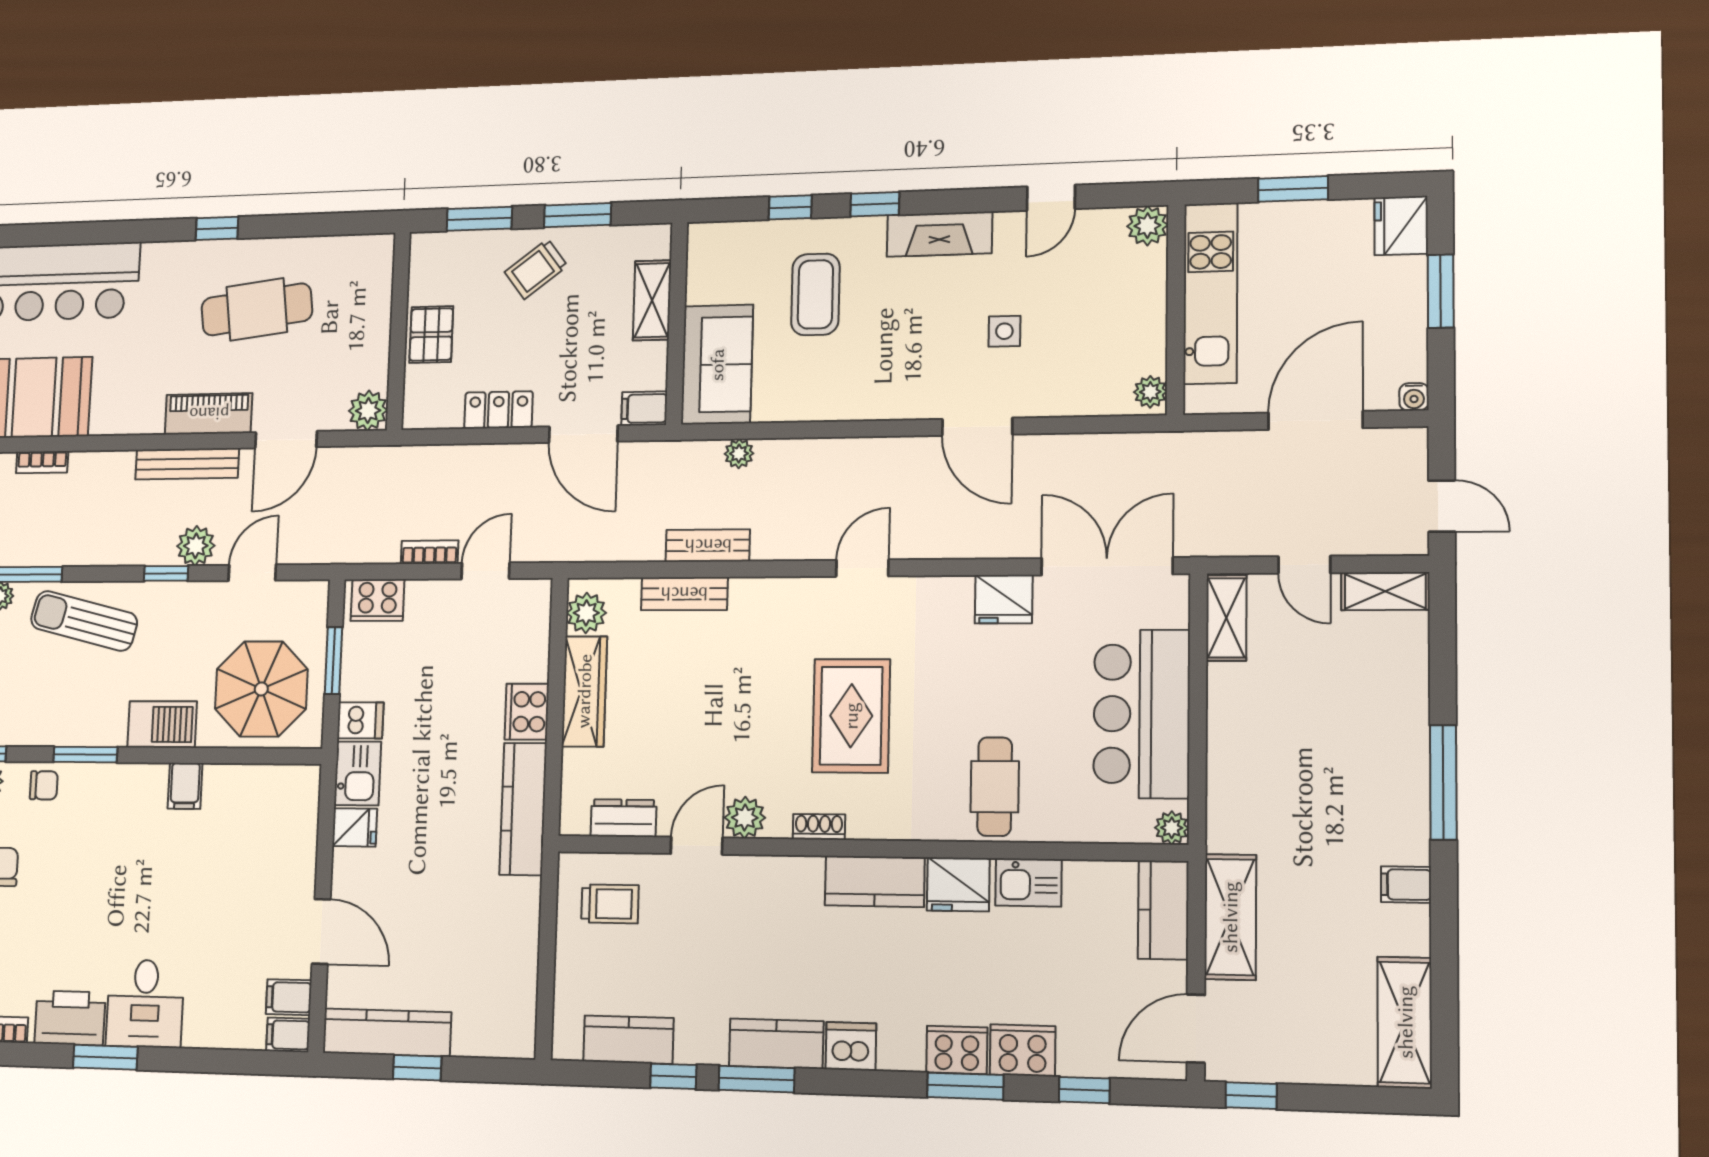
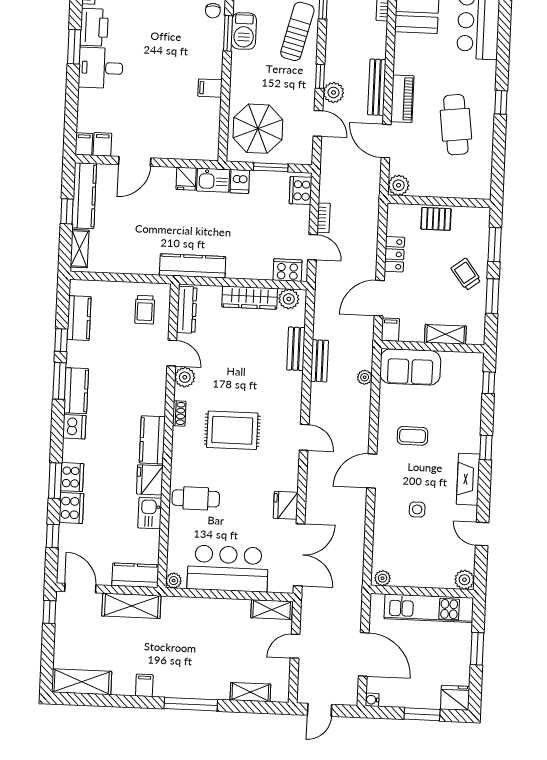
window: (790, 207) -> (489, 383), moved
coffee table: (815, 294) -> (412, 436), moved, width x0.73, depth x0.77
door: (977, 427) -> (372, 471), moved
shelving: (1385, 591) -> (250, 692), moved, turned 90
cooker: (527, 712) -> (287, 270), moved
barbecue: (162, 724) -> (244, 31), moved
dresser: (624, 818) -> (187, 310), width x1.44
shelving: (490, 1041) -> (79, 249), added

